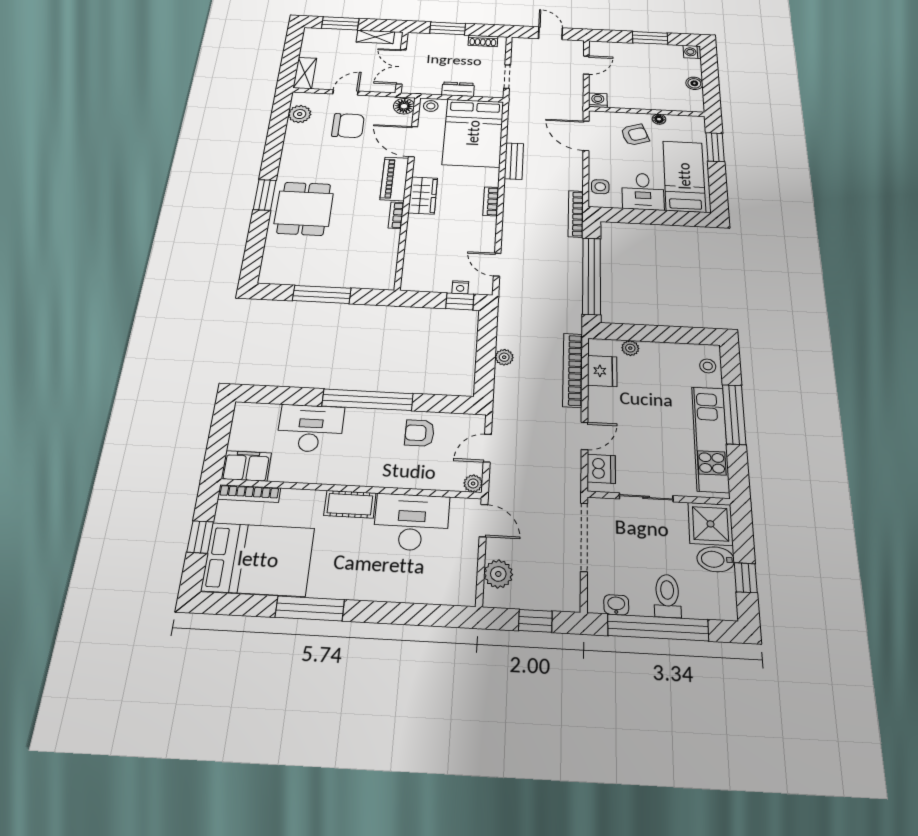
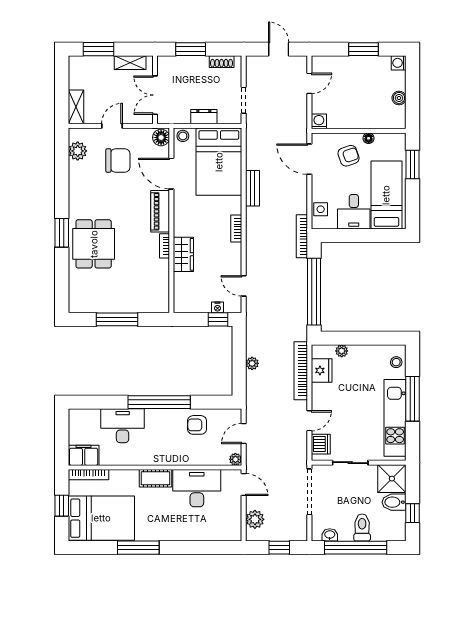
wardrobe: (423, 195) -> (183, 254), moved

